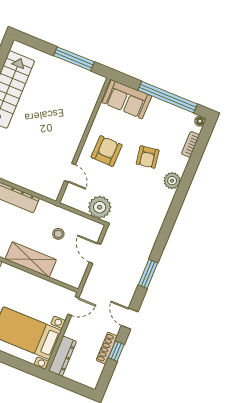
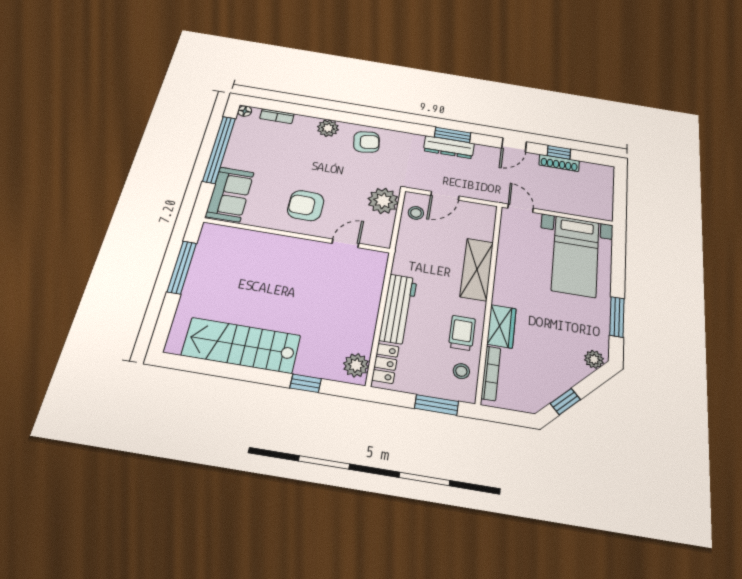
armchair: (148, 157) -> (367, 142), moved
stool: (58, 234) -> (416, 213), moved
dresser: (63, 356) -> (449, 147), moved, turned 180

